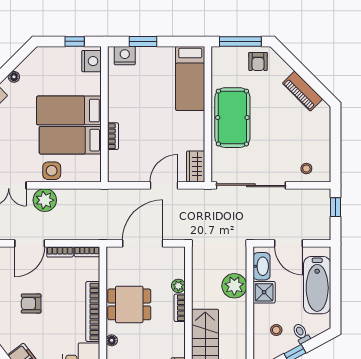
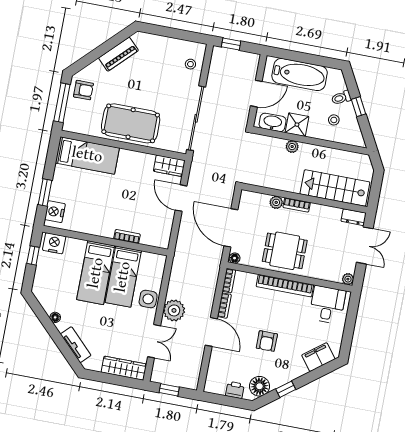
plant: (234, 286) -> (292, 147), width x0.53, depth x0.53
dining table: (129, 304) -> (285, 251), turned 90
floor lamp: (112, 340) -> (235, 258), moved

